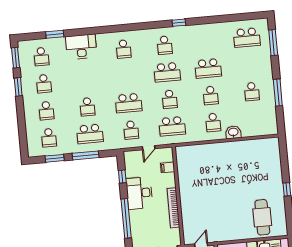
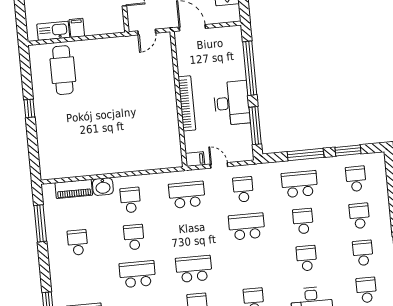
window: (278, 92) -> (40, 223), moved
school desk: (170, 99) -> (307, 258), moved
piano: (255, 131) -> (74, 189), added
door: (149, 148) -> (219, 165), hinge flipped
filing cabinet: (168, 167) -> (195, 159), moved
window: (122, 177) -> (255, 126), width x2.17
bookcase: (173, 208) -> (187, 103), moved

